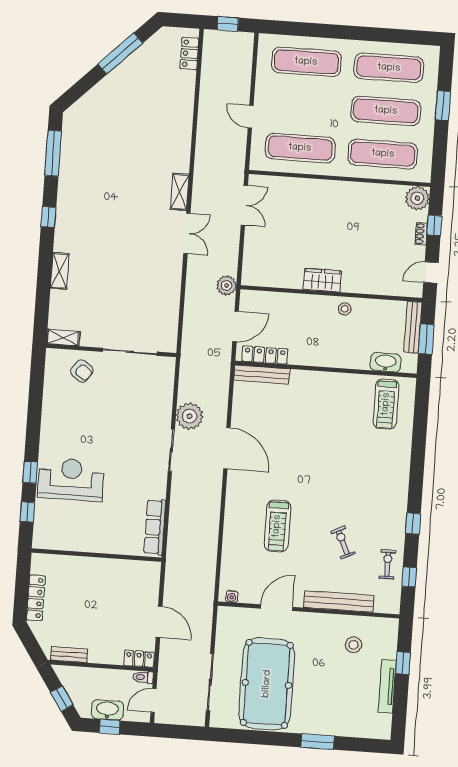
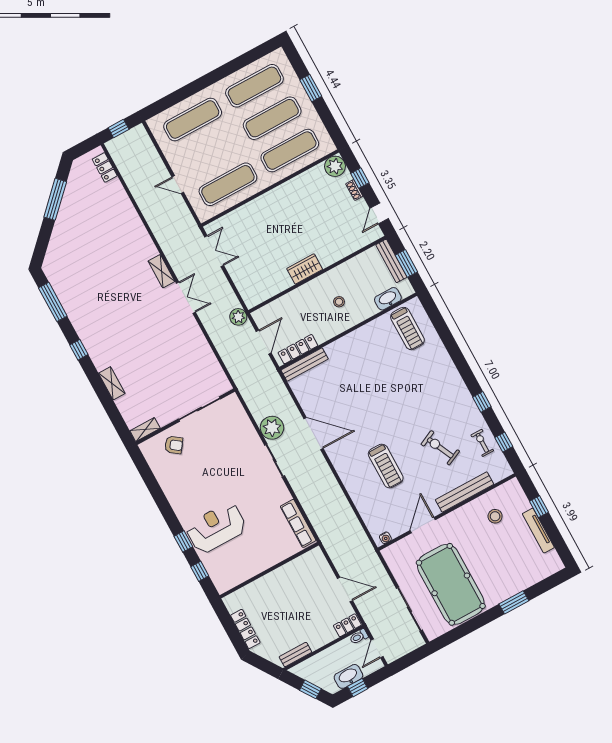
stool: (345, 309) -> (339, 302), moved
exercise bike: (343, 542) -> (440, 448), width x1.38, depth x1.39

